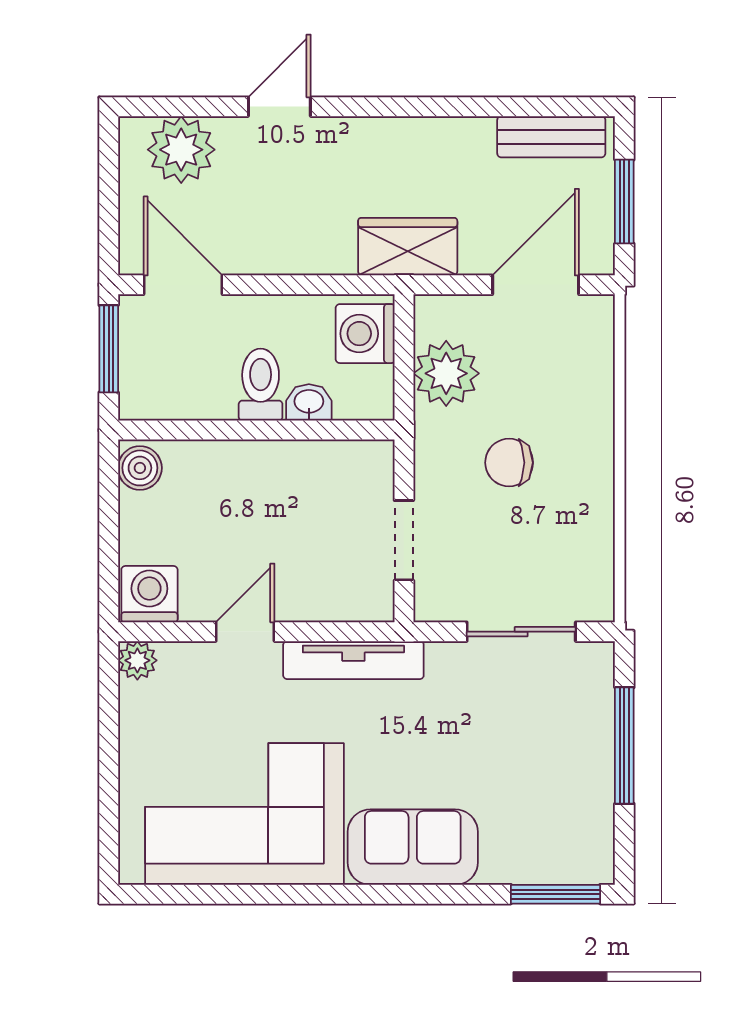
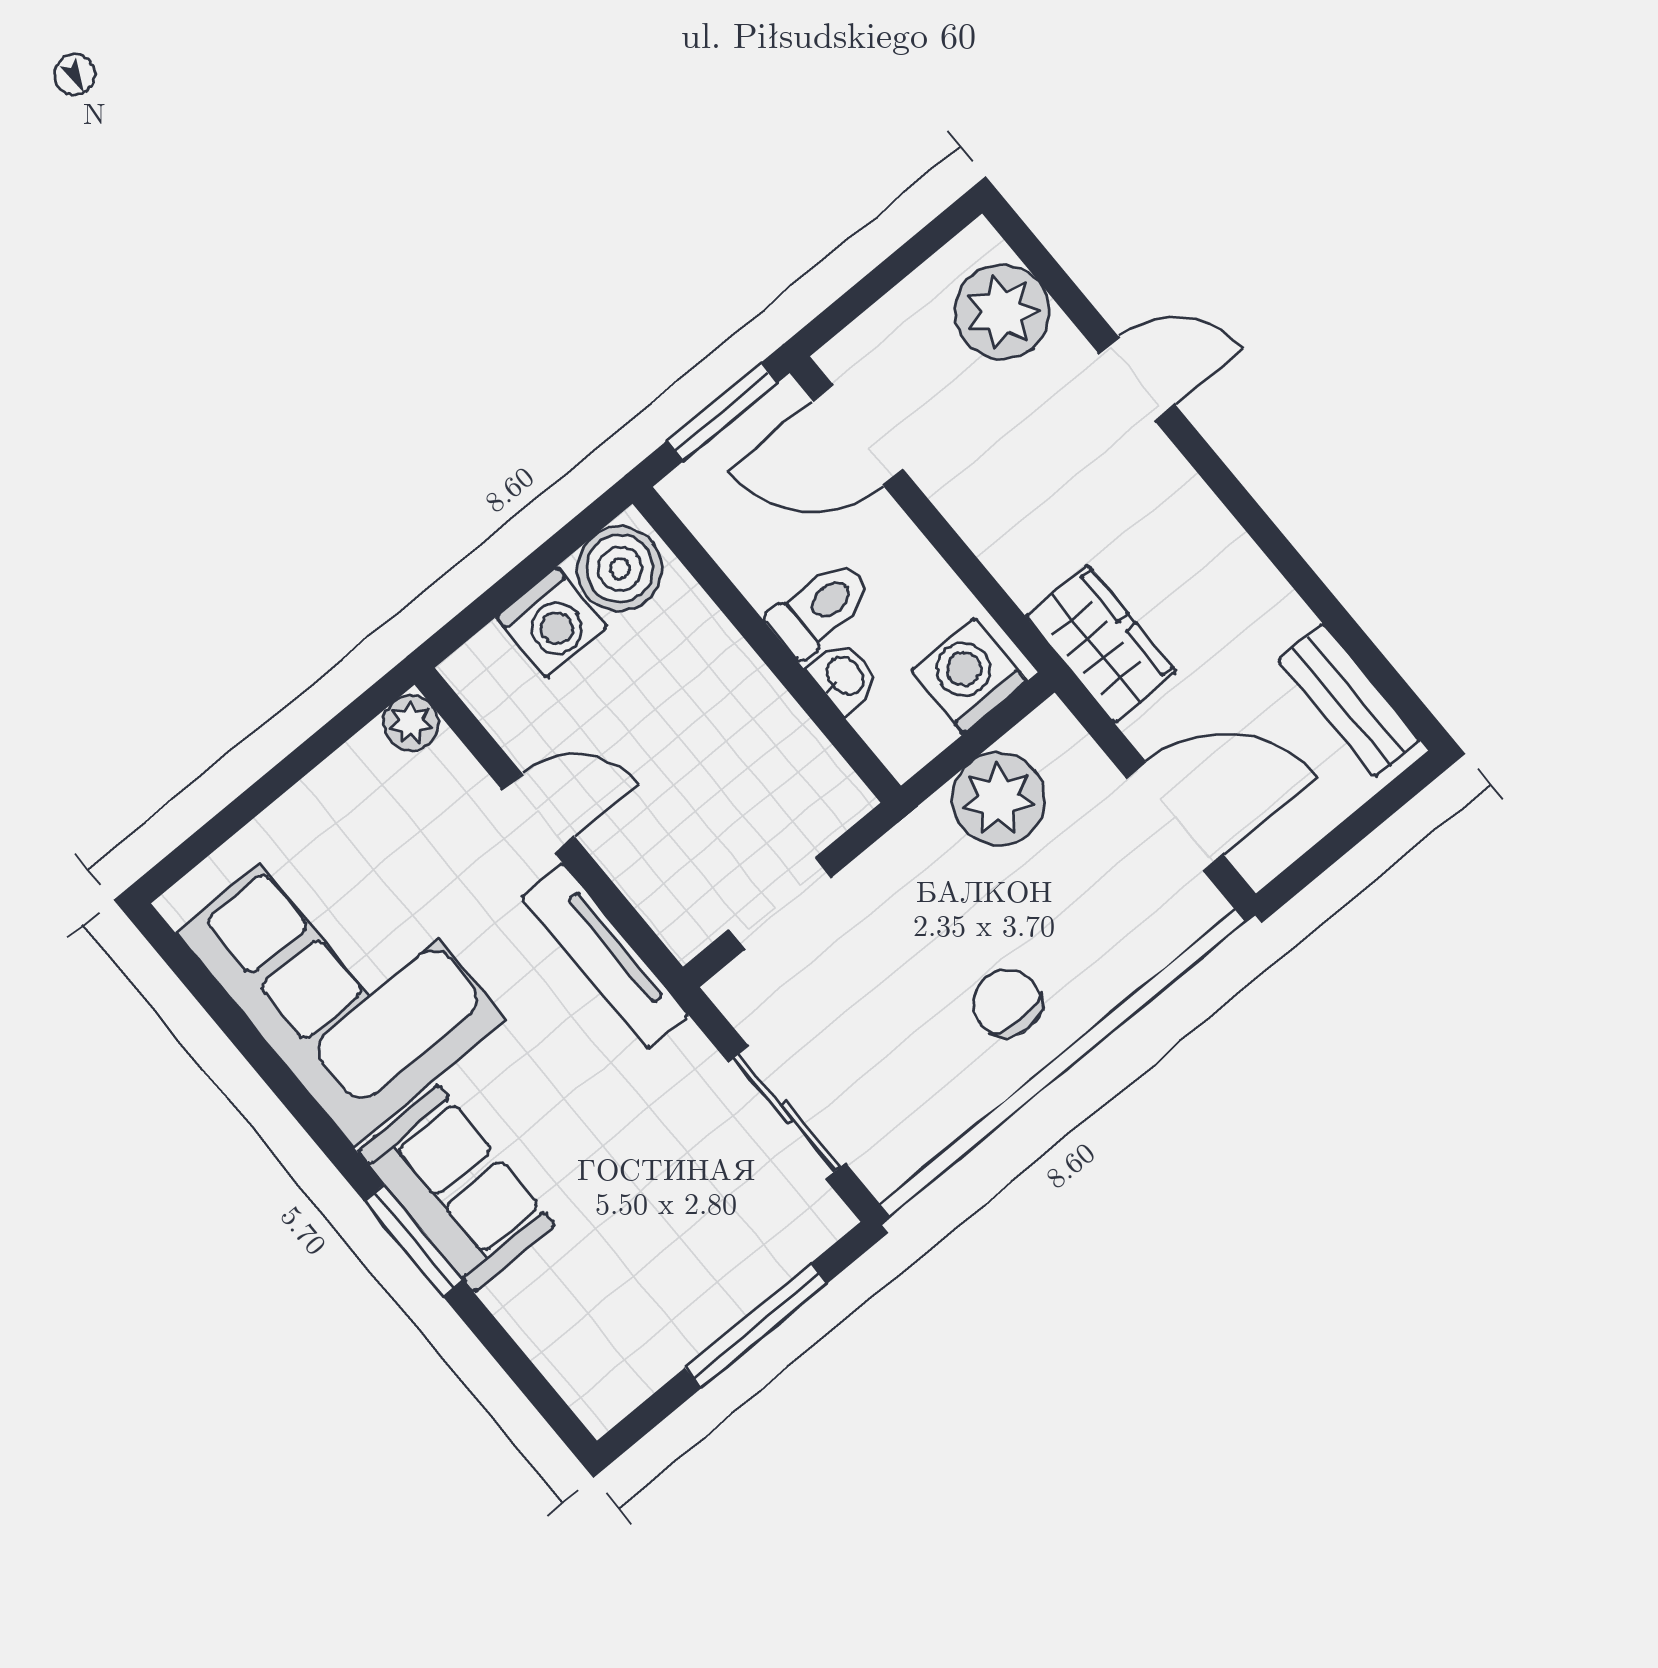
window: (624, 202) -> (1344, 837), removed
door: (183, 285) -> (858, 435), swing flipped
chair: (509, 463) -> (1007, 1003), moved
boiler: (140, 468) -> (620, 569), width x1.36, depth x1.36
washing machine: (149, 594) -> (551, 622), moved, turned 90
window: (556, 894) -> (414, 1241), moved

